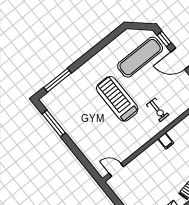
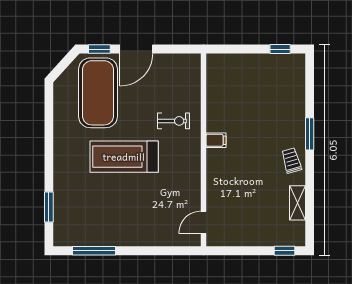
exercise mat: (140, 57) -> (98, 93), width x1.47
window: (58, 80) -> (49, 207), width x0.69

